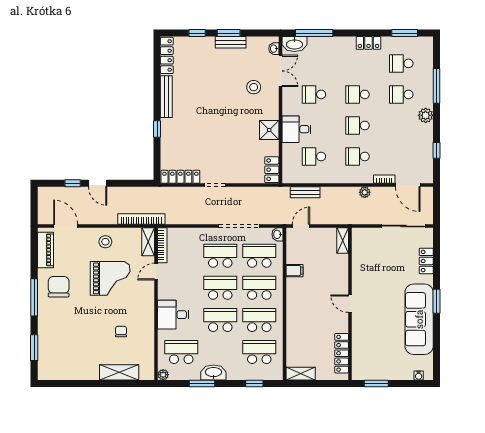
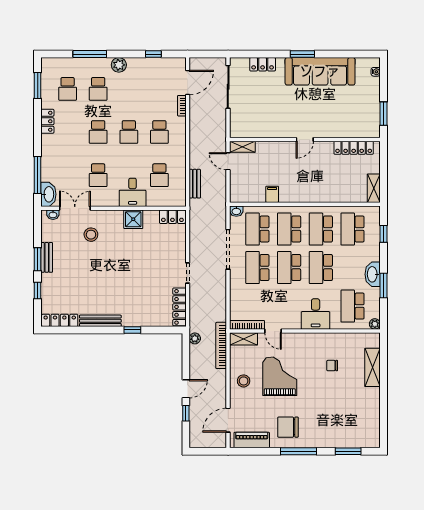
plant: (365, 192) -> (195, 338), moved
door: (301, 226) -> (228, 161), moved

